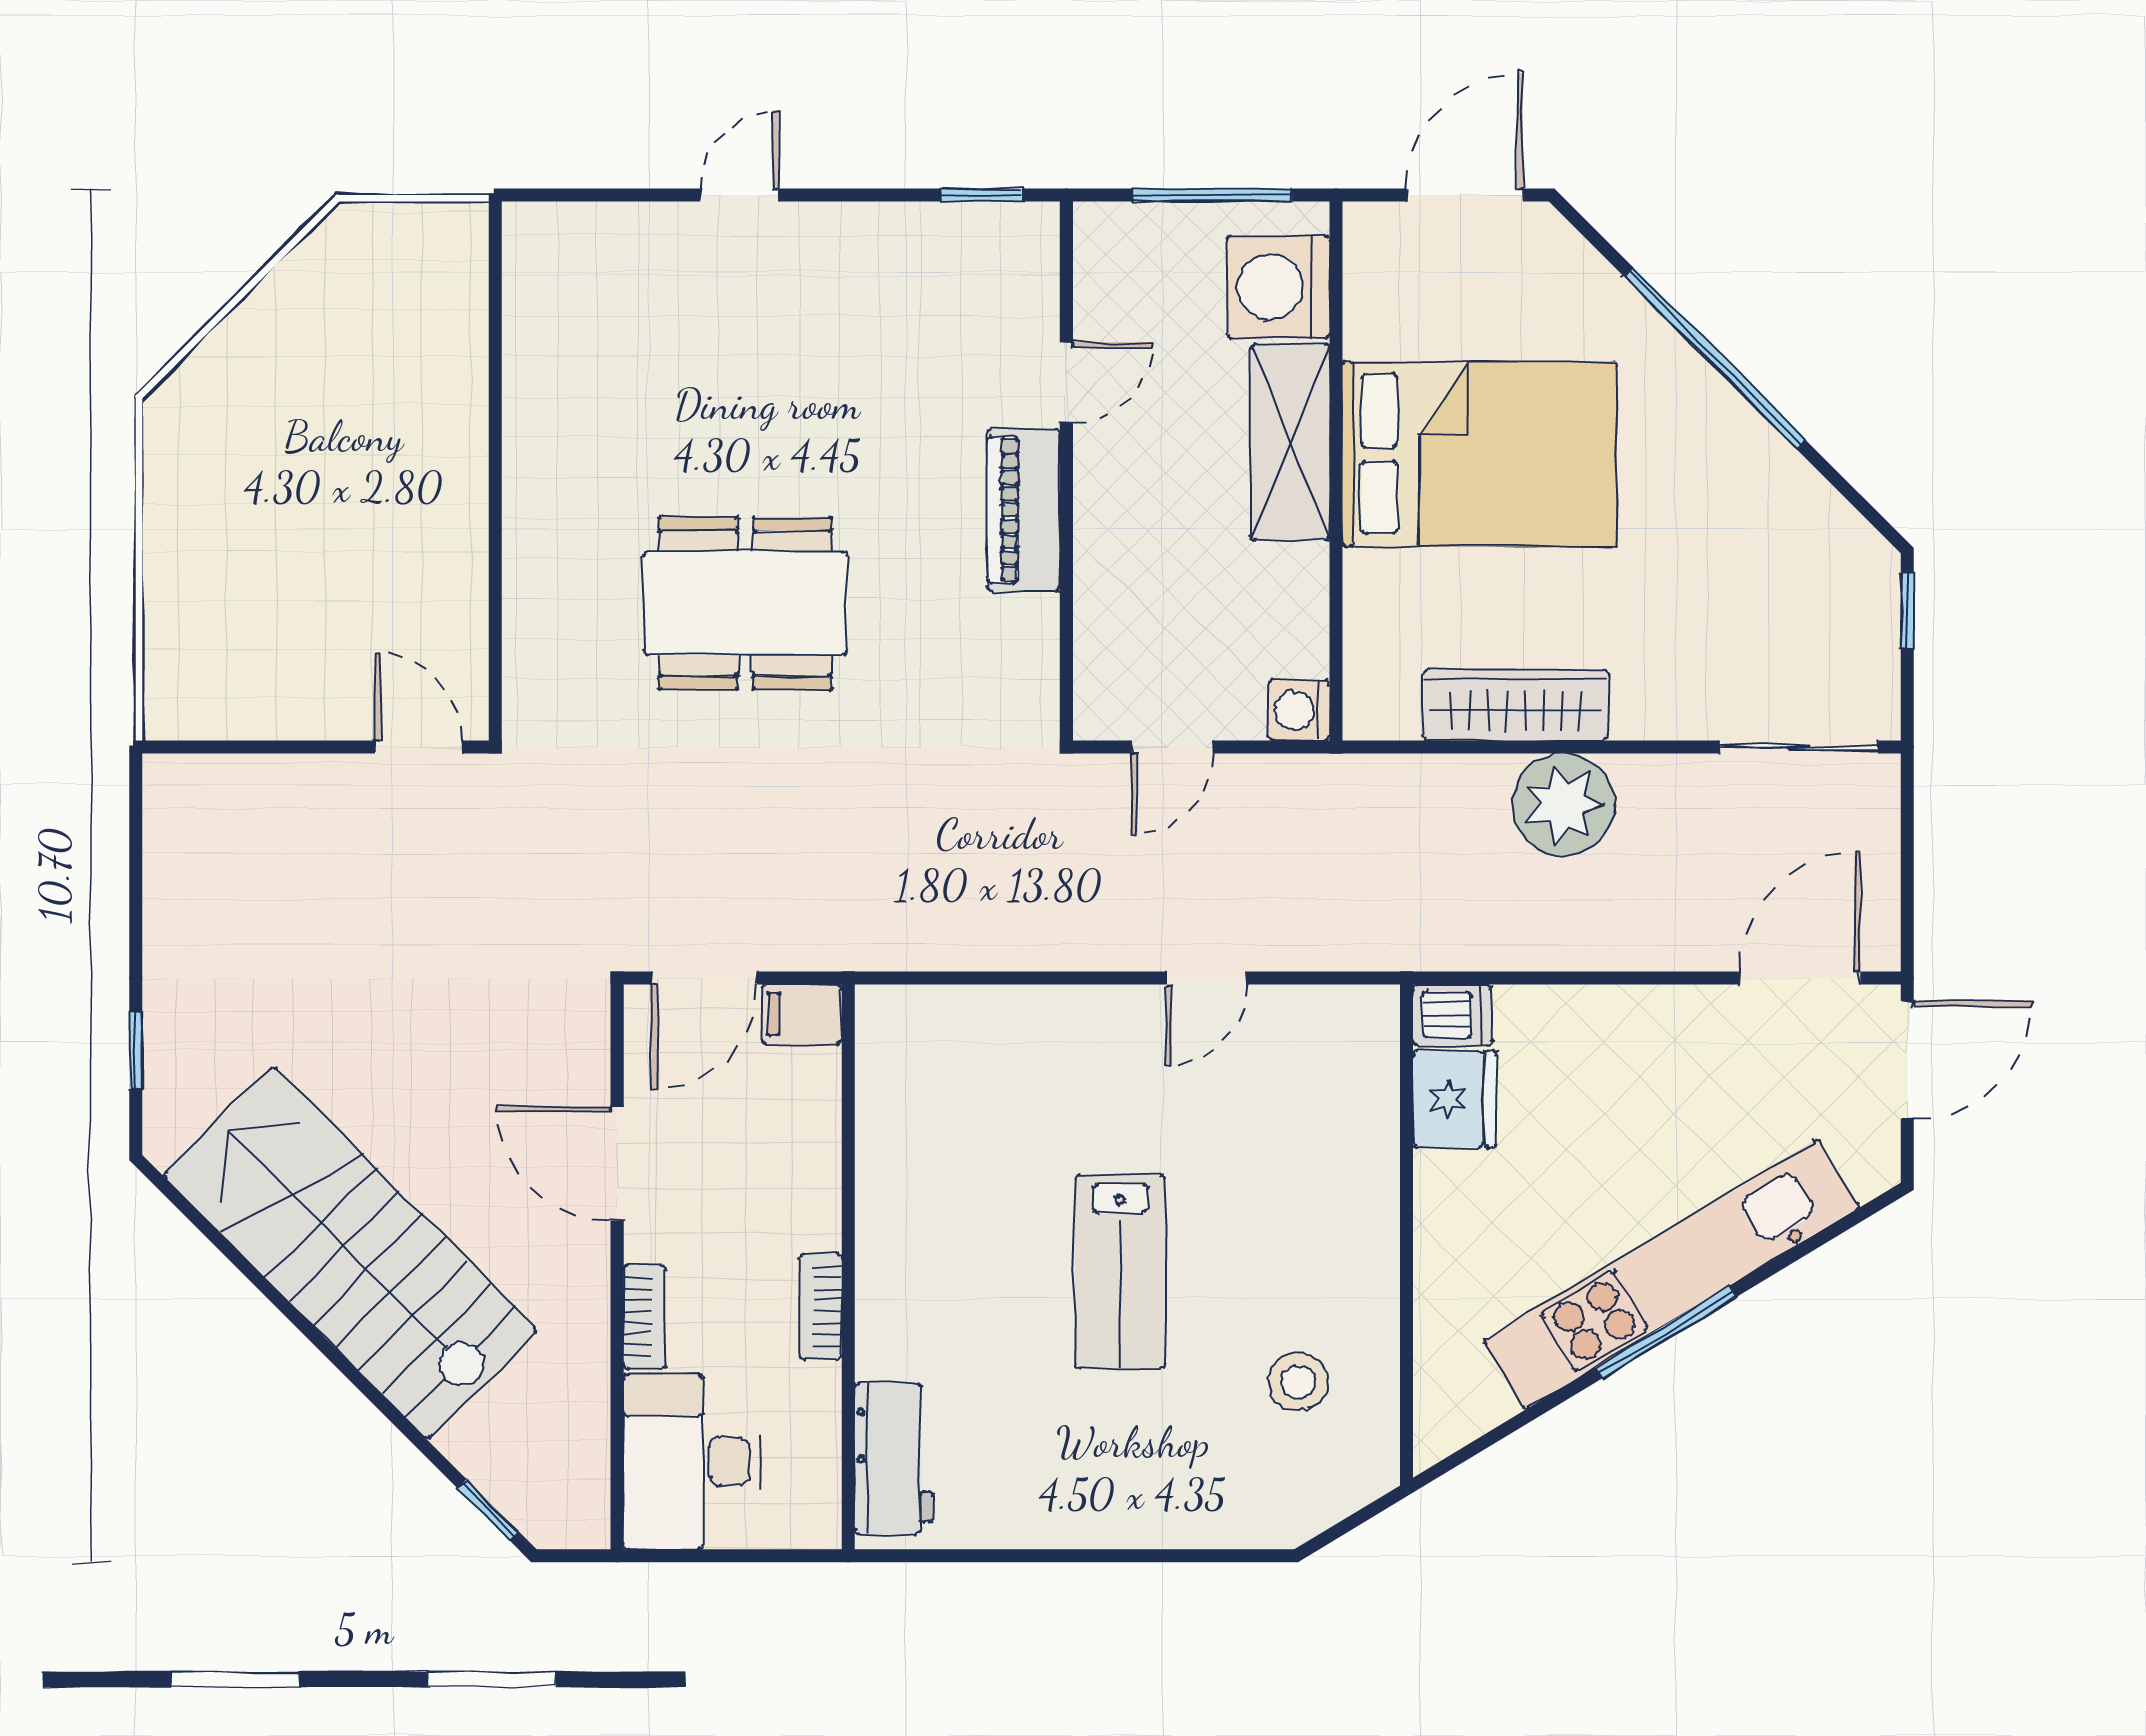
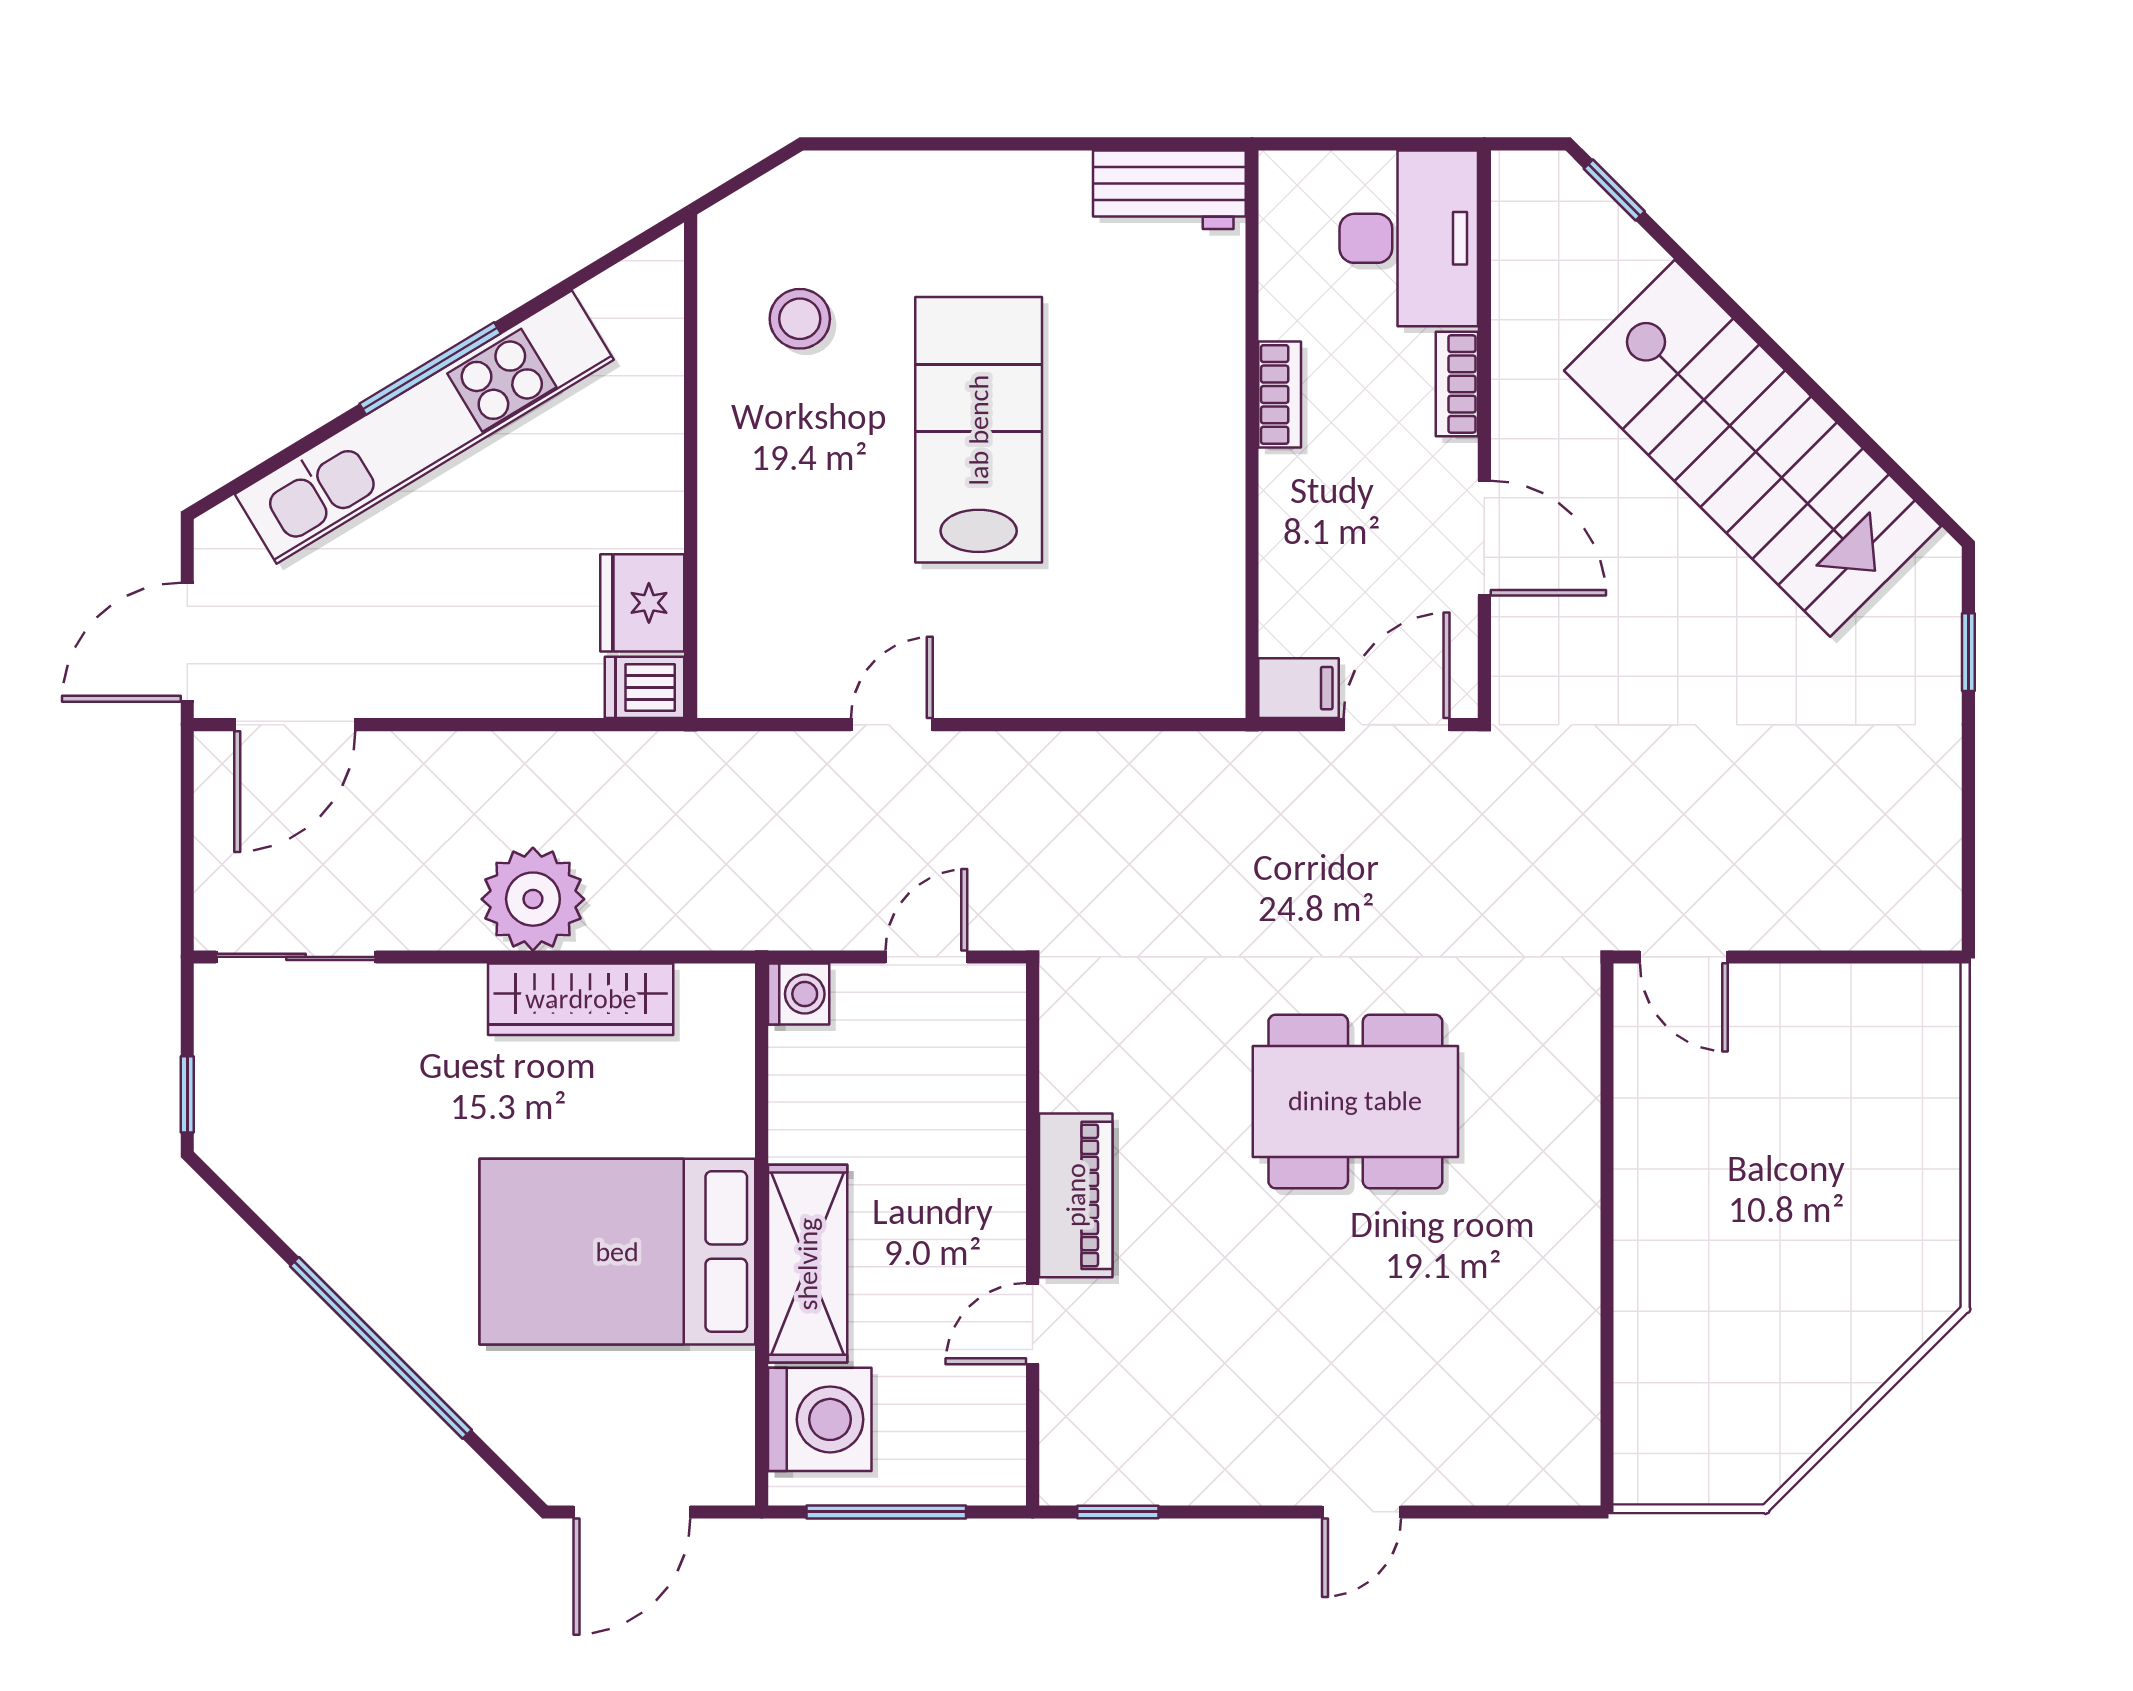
lab bench: (1120, 1271) -> (979, 430), width x1.36, depth x1.39
workbench: (894, 1458) -> (1169, 190), moved, turned -90

